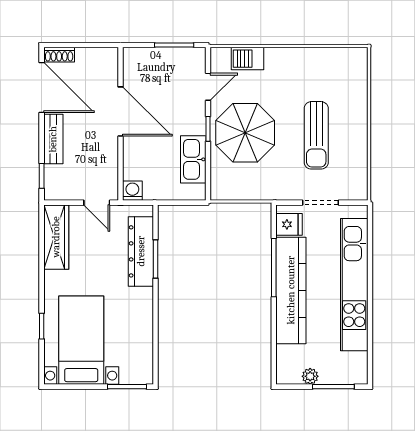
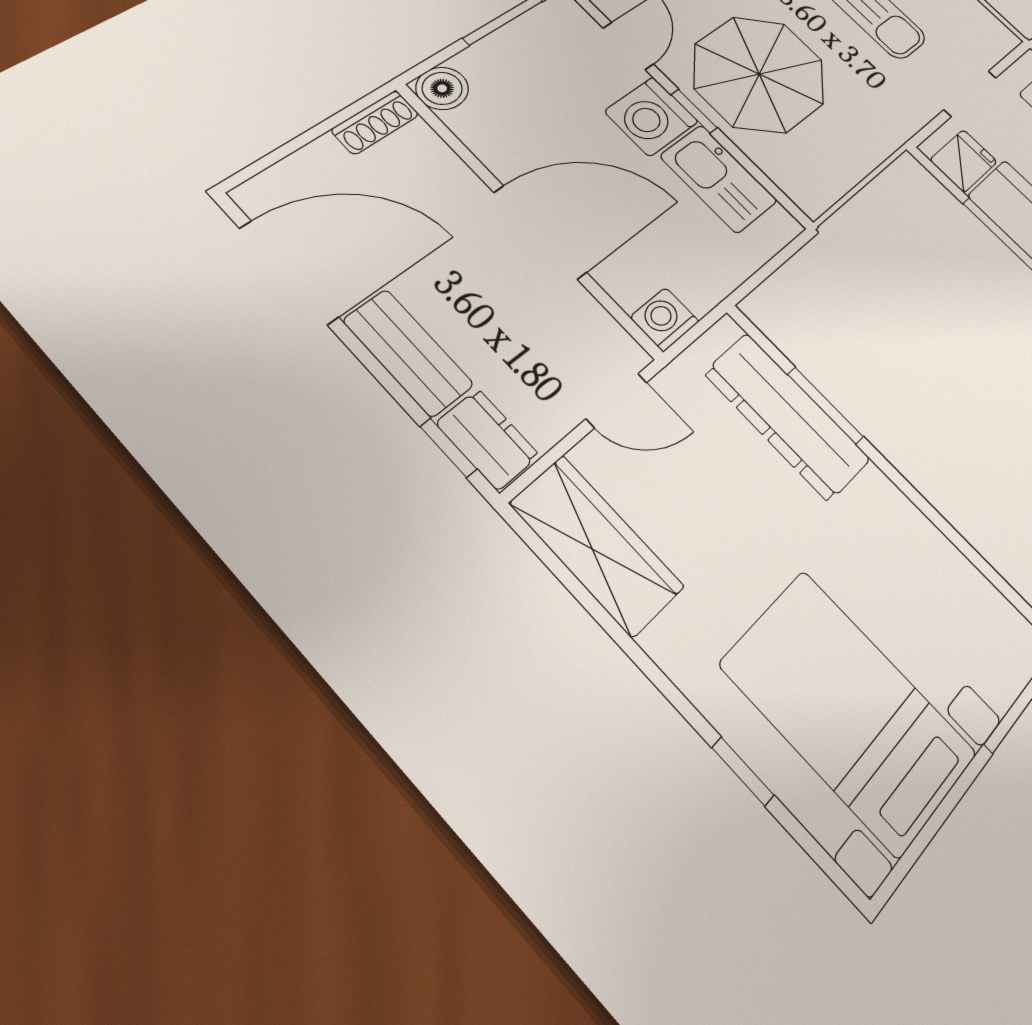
shoe rack: (59, 55) -> (375, 122), moved
boiler: (133, 57) -> (442, 88), added
door: (120, 111) -> (540, 232), moved
washing machine: (191, 119) -> (651, 116), added
dresser: (53, 183) -> (488, 439), added

